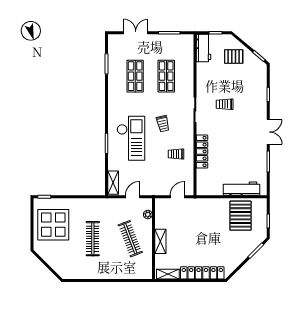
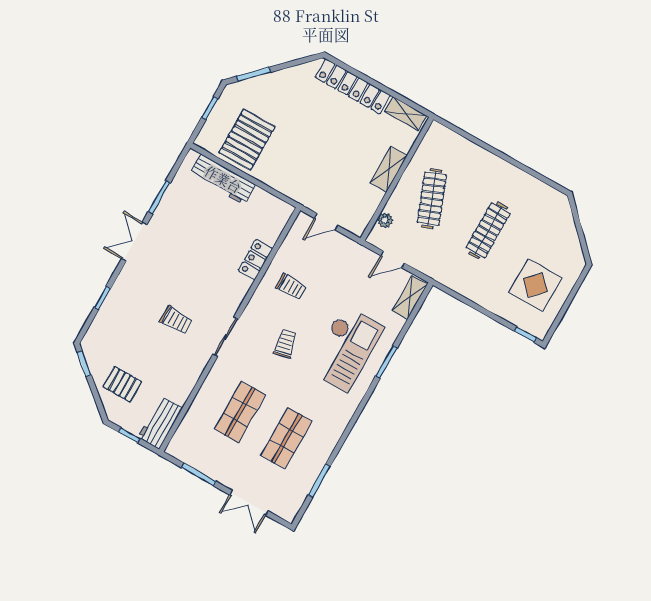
checkout: (131, 138) -> (346, 349), turned 180
locker: (202, 152) -> (255, 260), width x0.66
display table: (53, 225) -> (535, 285), width x0.73, depth x0.73

